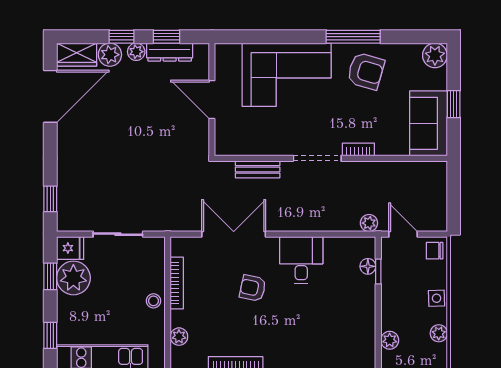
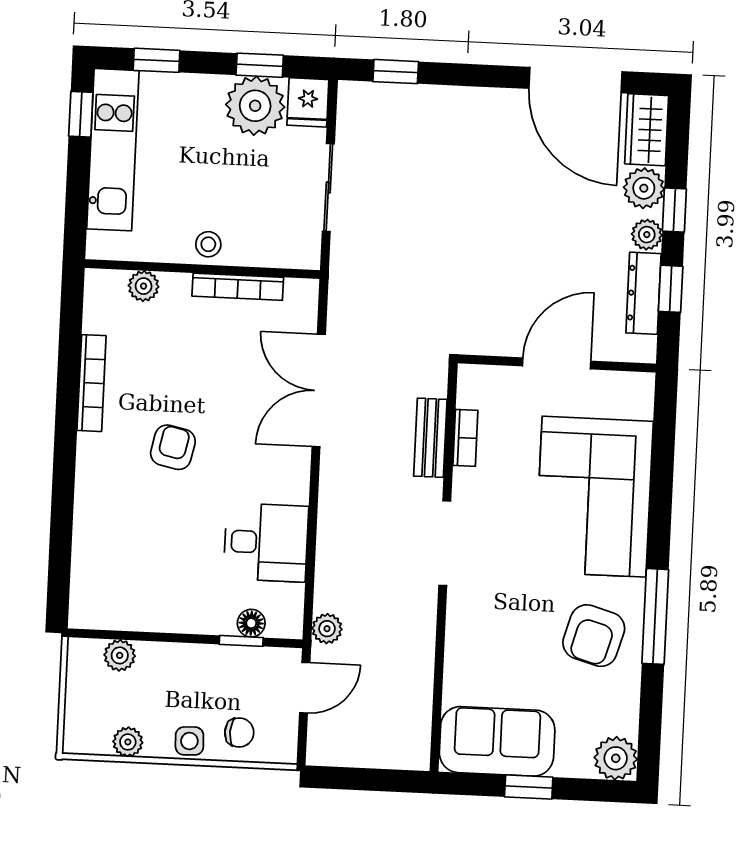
bookcase: (358, 149) -> (465, 438), moved
double door: (234, 234) -> (319, 390), swing flipped
chair: (435, 251) -> (239, 733), moved, turned 92
desk: (301, 260) -> (266, 542), moved
armchair: (253, 288) -> (173, 447), moved

